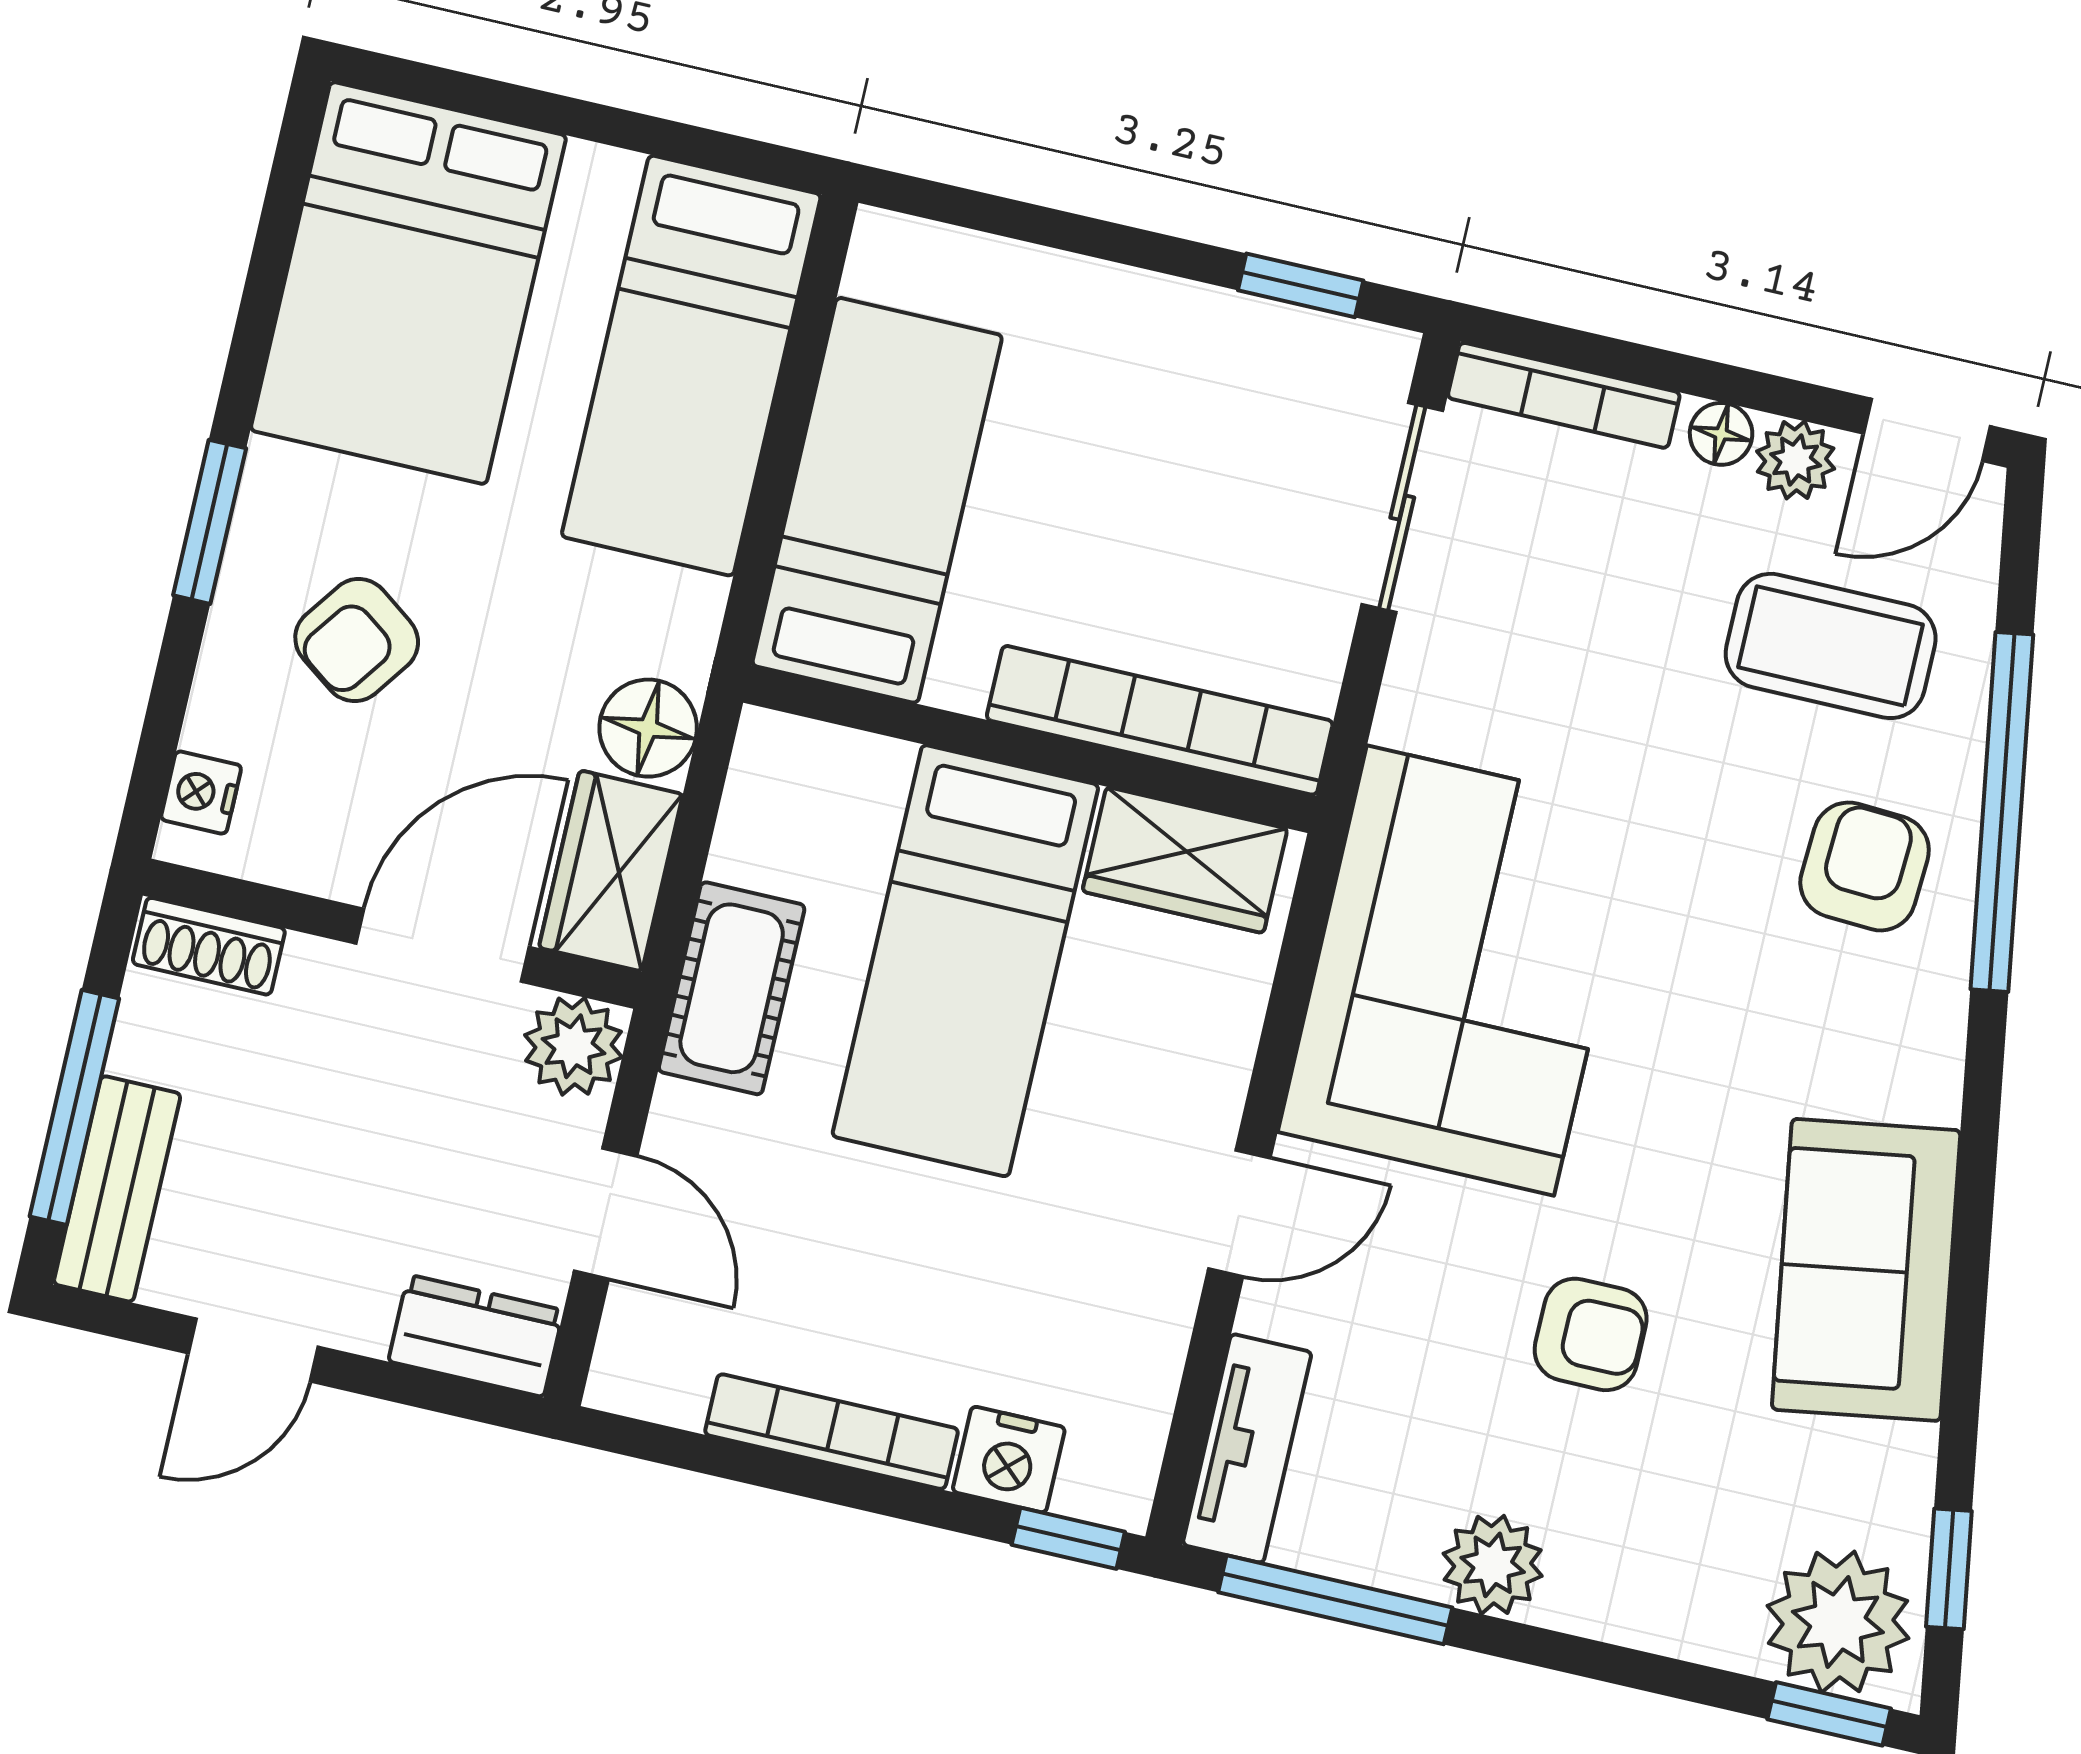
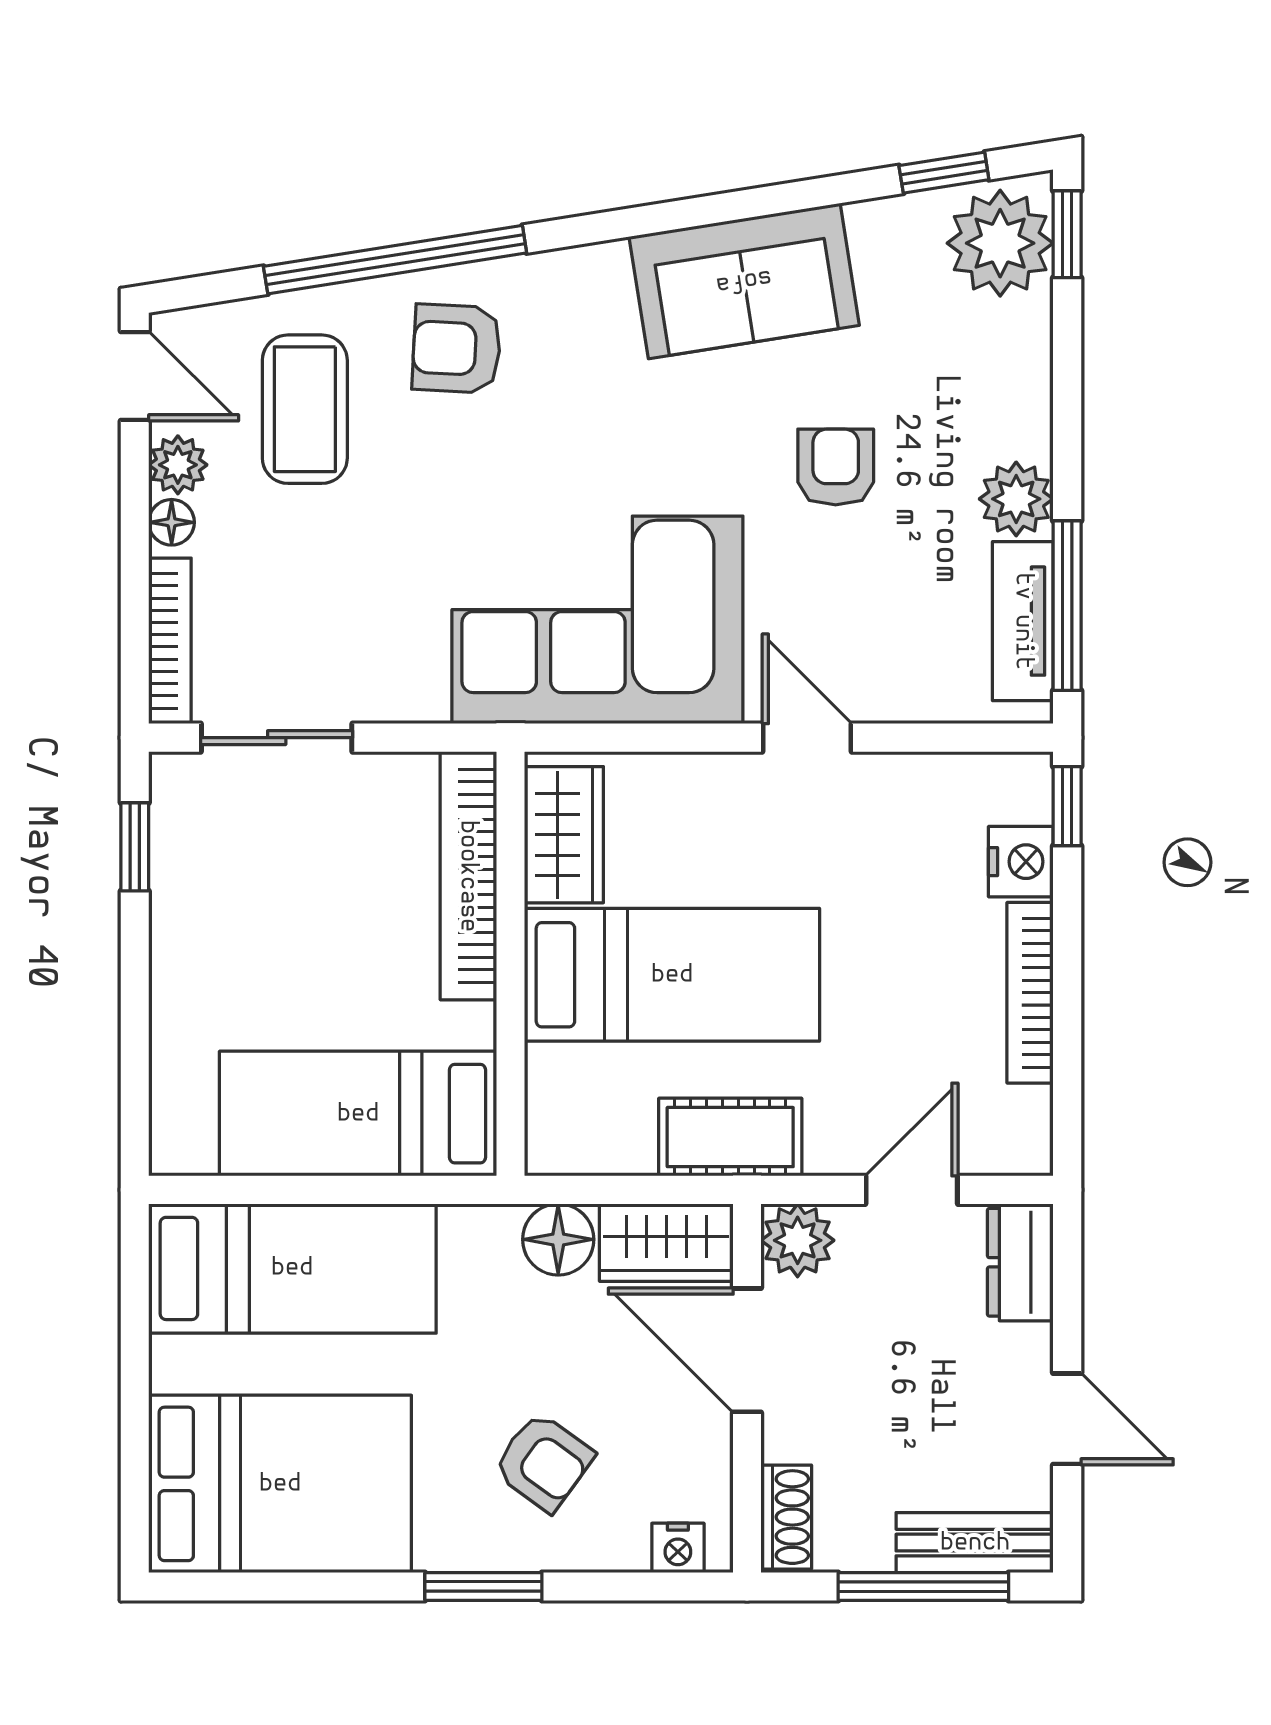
tv unit: (1247, 1448) -> (1023, 621), moved, turned -90

